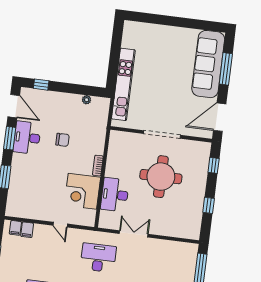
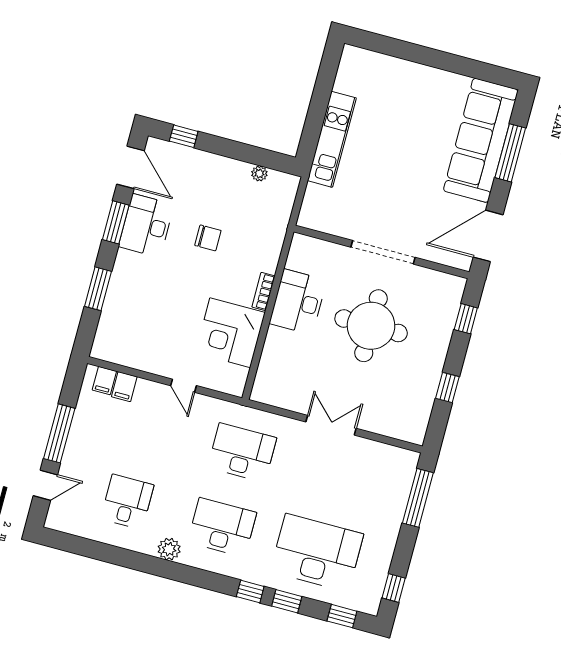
kitchen unit: (123, 84) -> (332, 139), width x0.73
desk: (115, 195) -> (298, 302), moved
double door: (134, 234) -> (331, 425), moved

